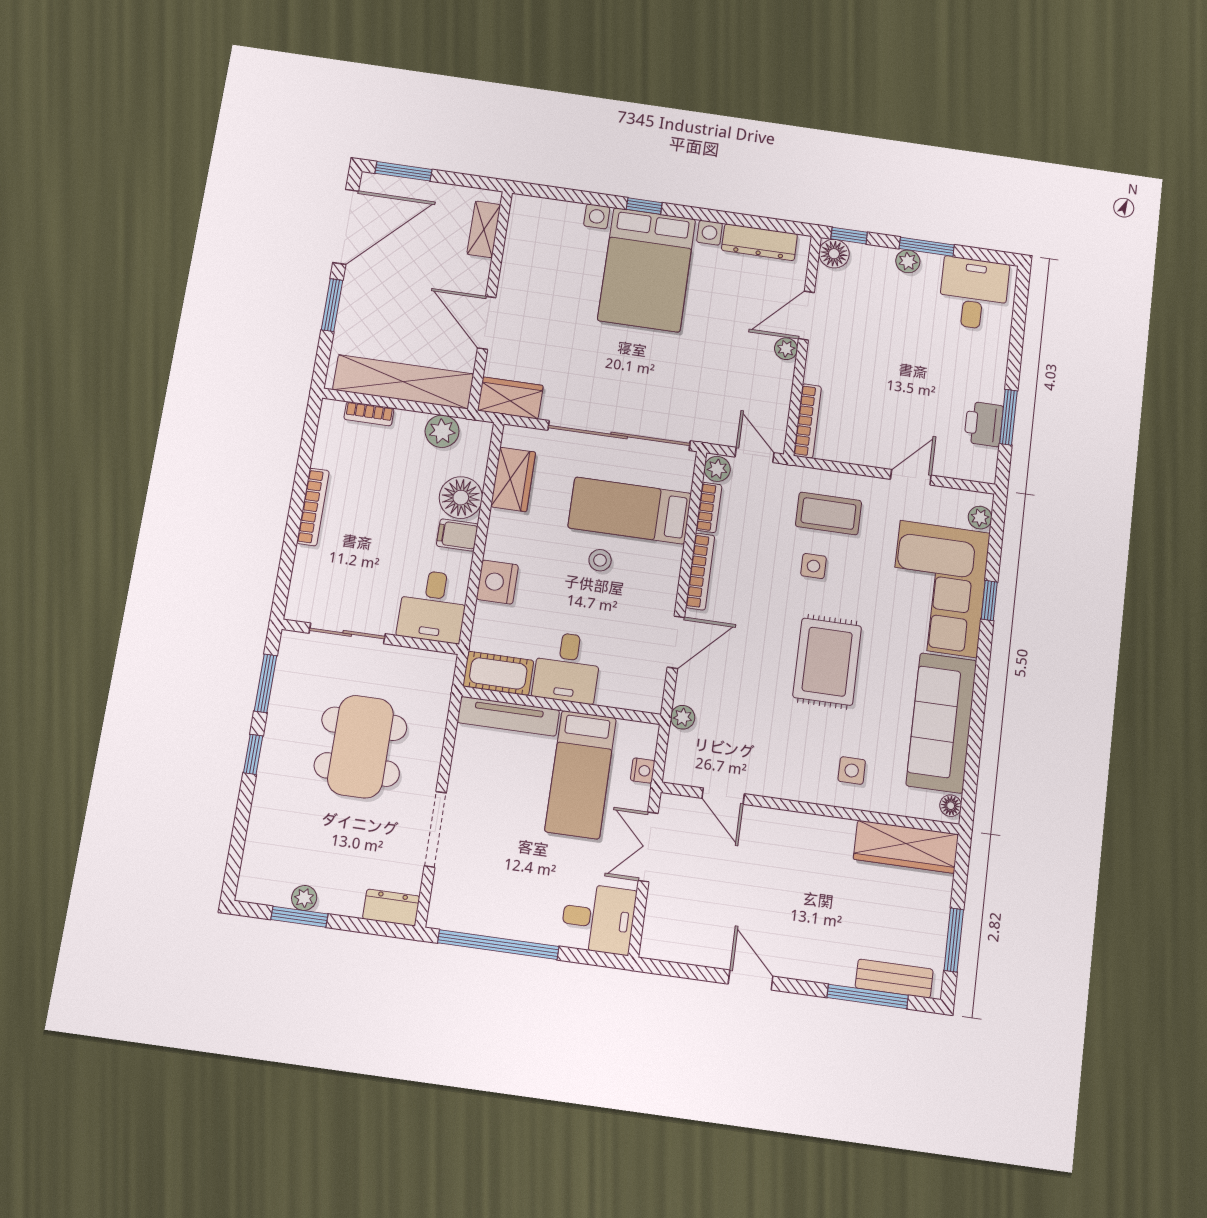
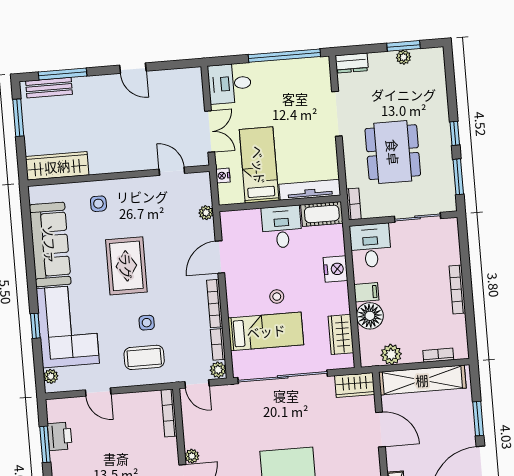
door: (911, 477) -> (98, 392), hinge flipped
bookcase: (444, 678) -> (354, 204), added
floor lamp: (951, 806) -> (35, 196), removed

